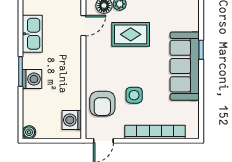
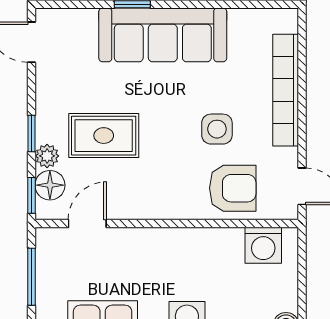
door: (83, 26) -> (87, 224), hinge flipped
rug: (131, 34) -> (104, 136), turned 90

